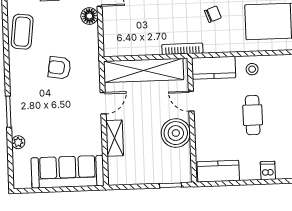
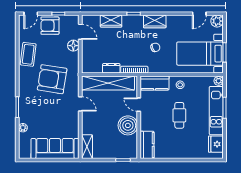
dresser: (148, 48) -> (111, 68), added
armchair: (59, 68) -> (52, 79), width x1.88, depth x1.88
door: (103, 103) -> (80, 104), hinge flipped
shelving: (115, 138) -> (87, 147), moved
kitchen counter: (218, 171) -> (147, 145), moved, turned 90
dishwasher: (268, 171) -> (188, 153), removed

